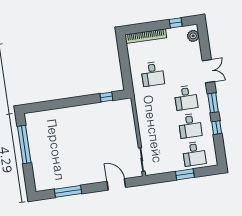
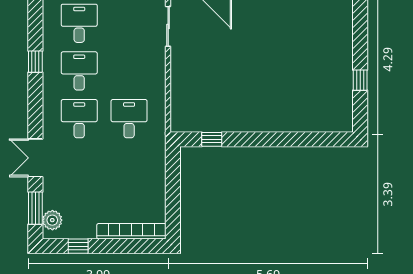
desk: (153, 74) -> (129, 119), moved
window: (213, 103) -> (35, 208), moved
window: (24, 144) -> (360, 80), width x0.32

